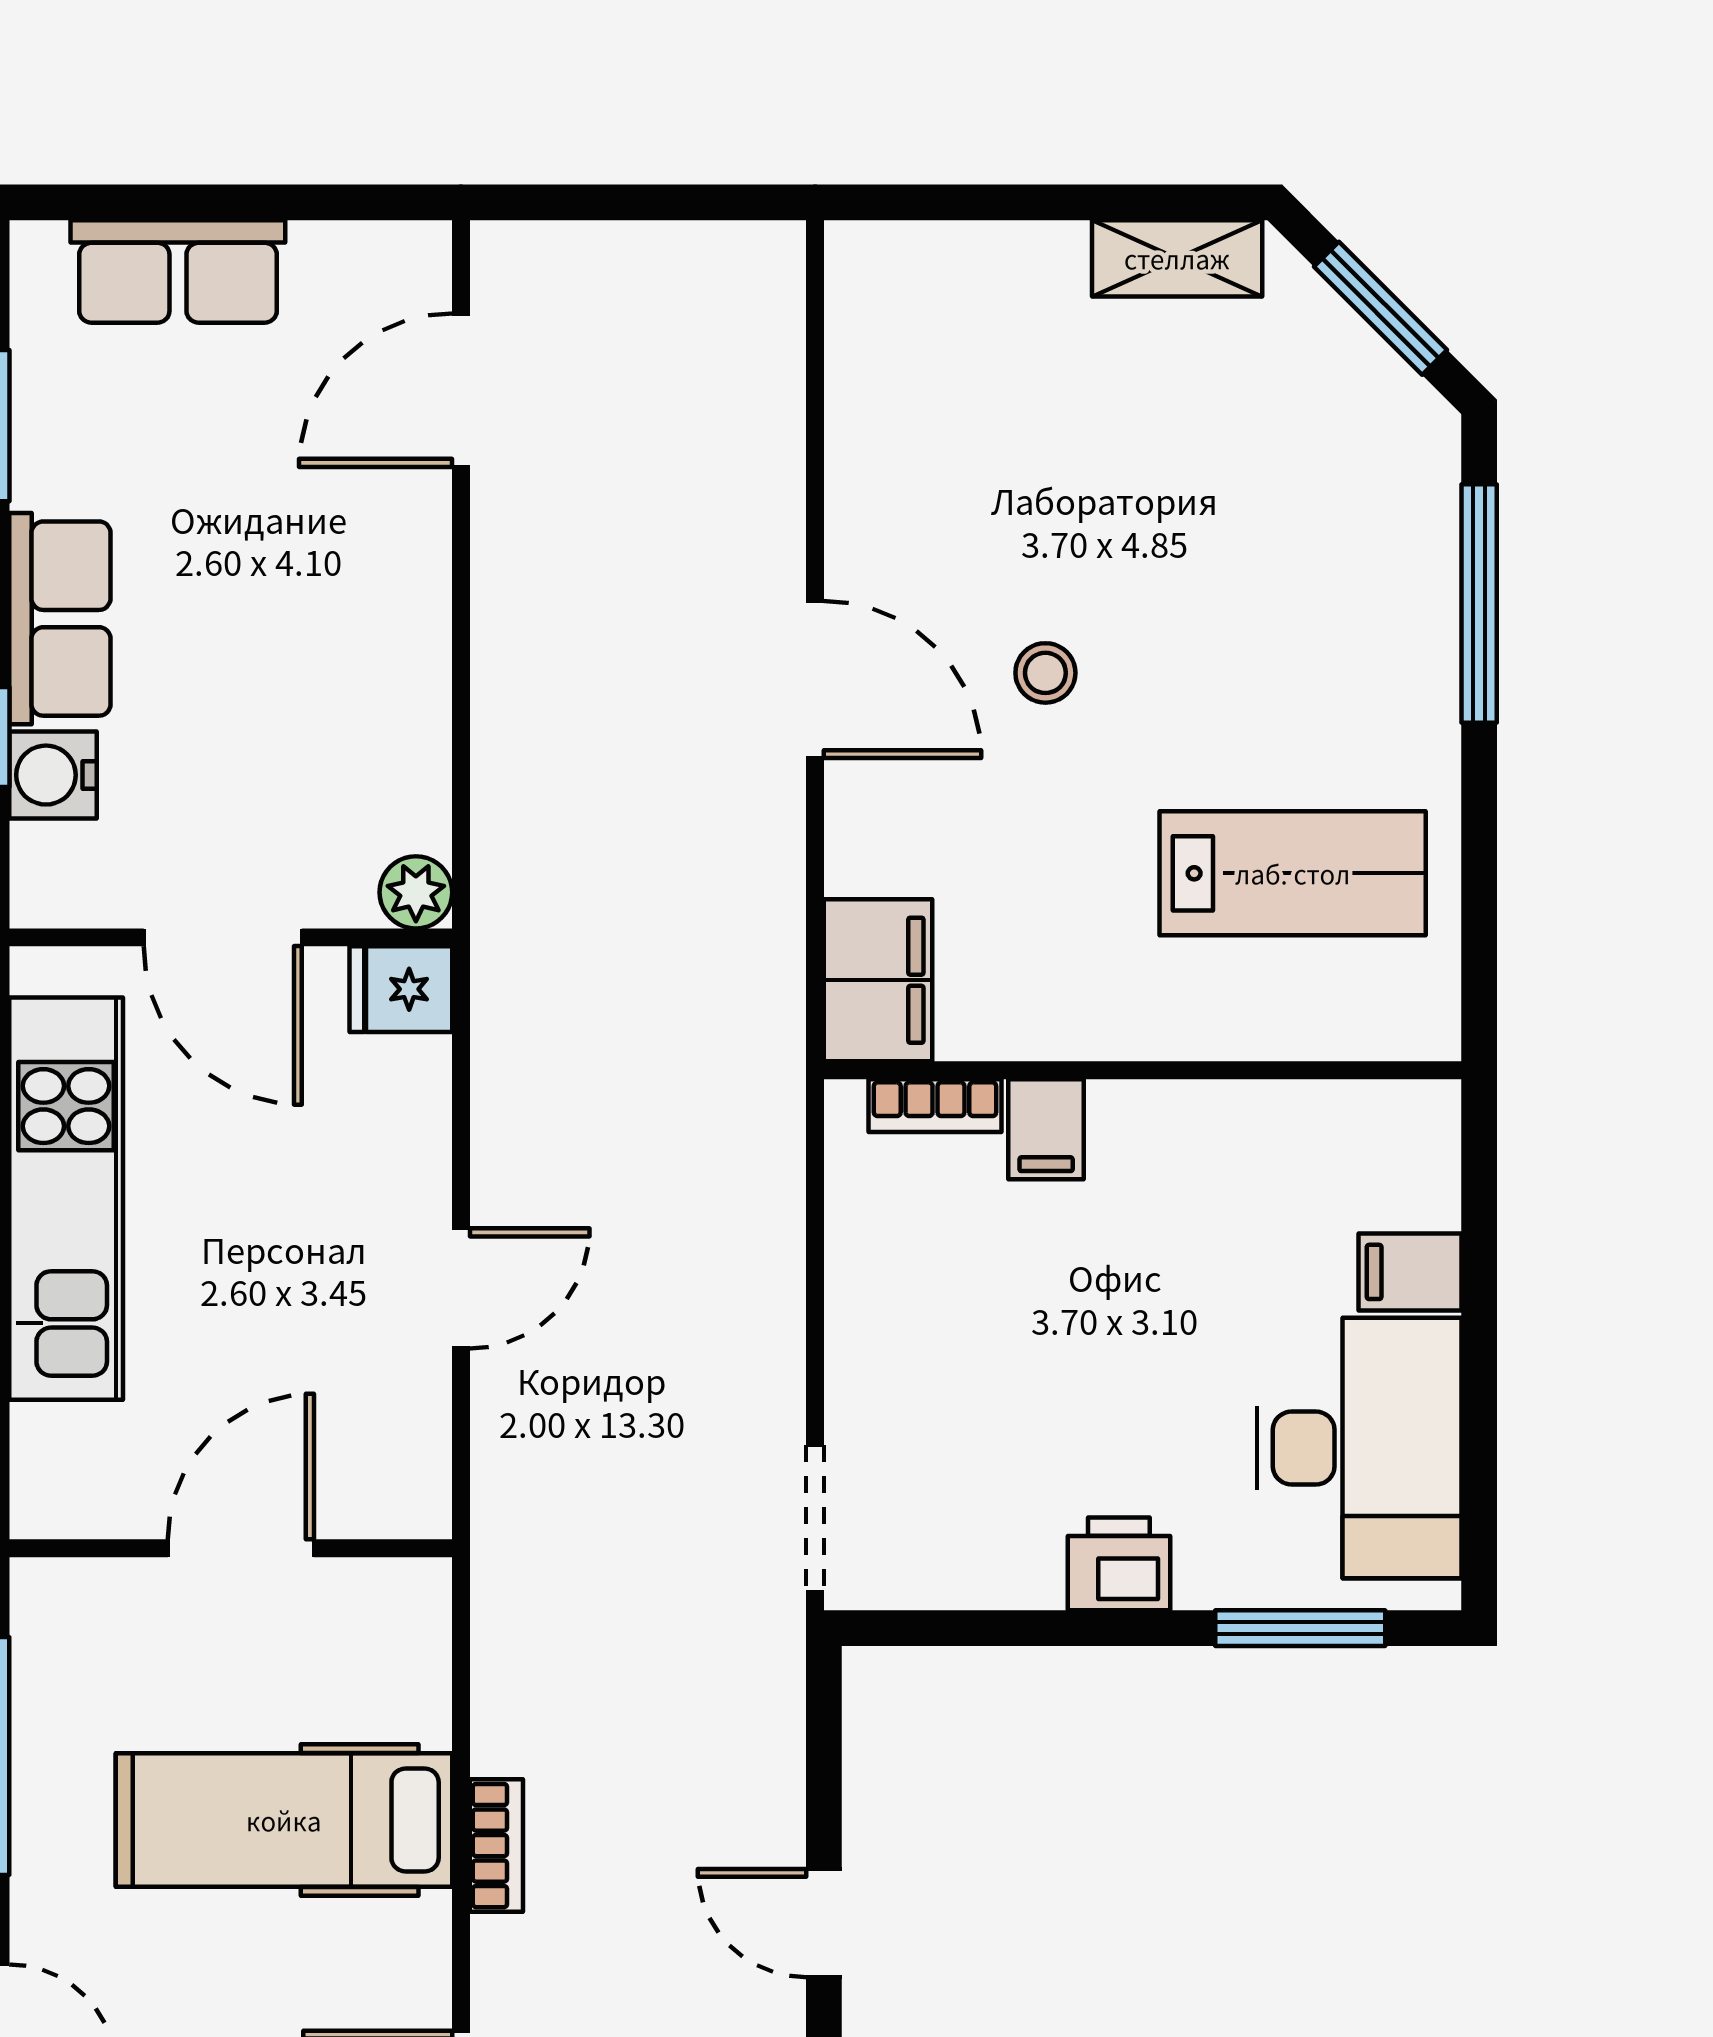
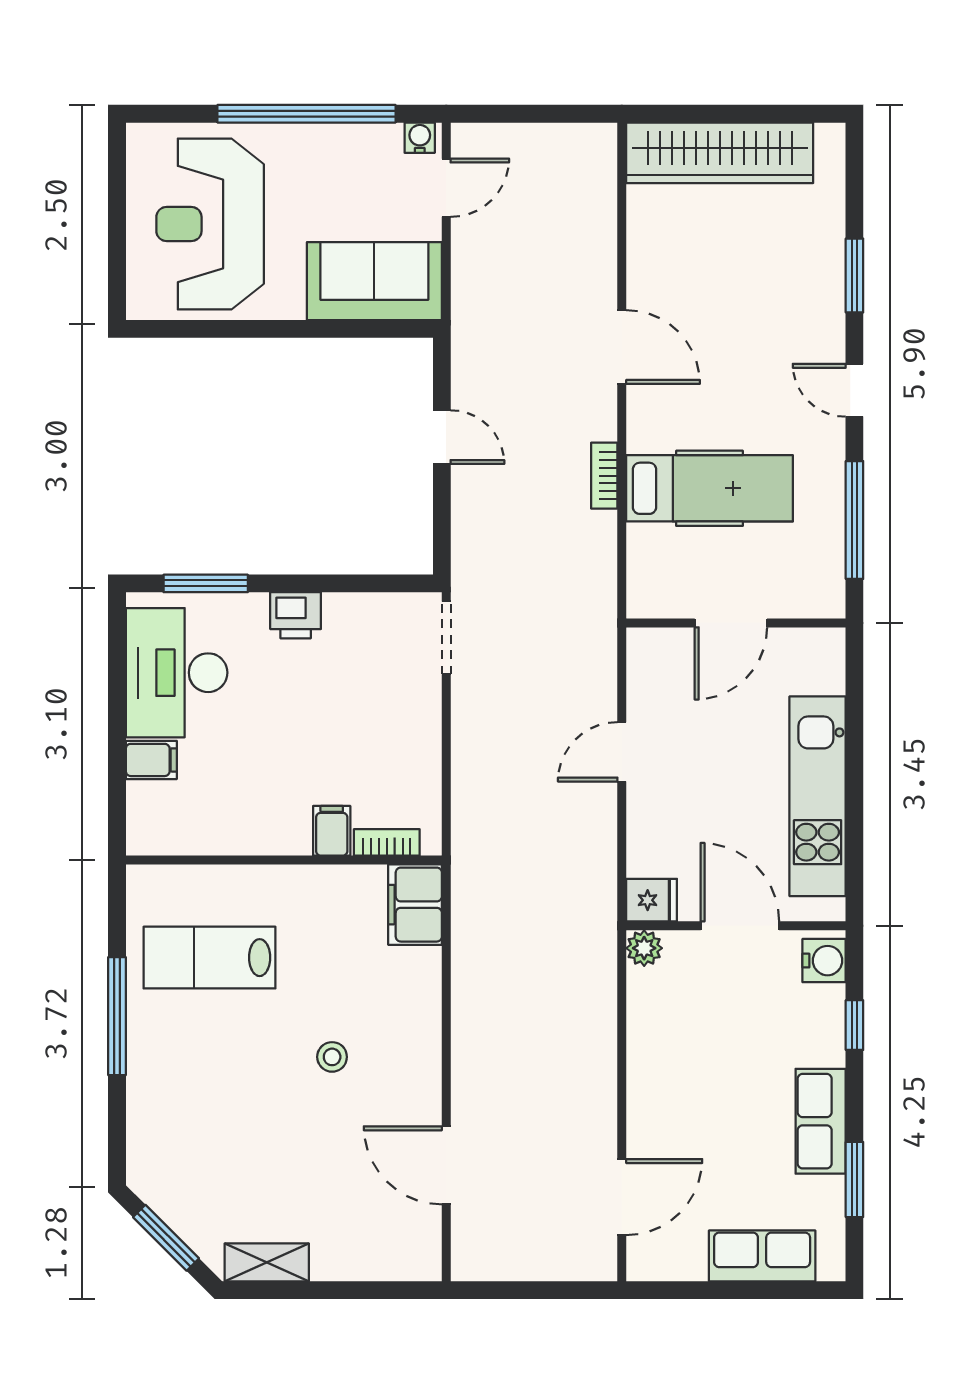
window: (1479, 603) -> (117, 1016), moved
row of seats: (60, 619) -> (821, 1121), moved
door: (815, 679) -> (446, 1165), moved
water cooler: (53, 775) -> (824, 961), moved

